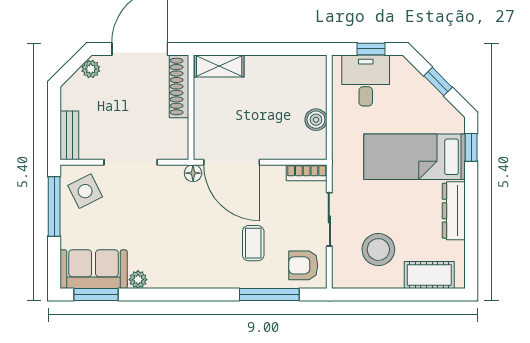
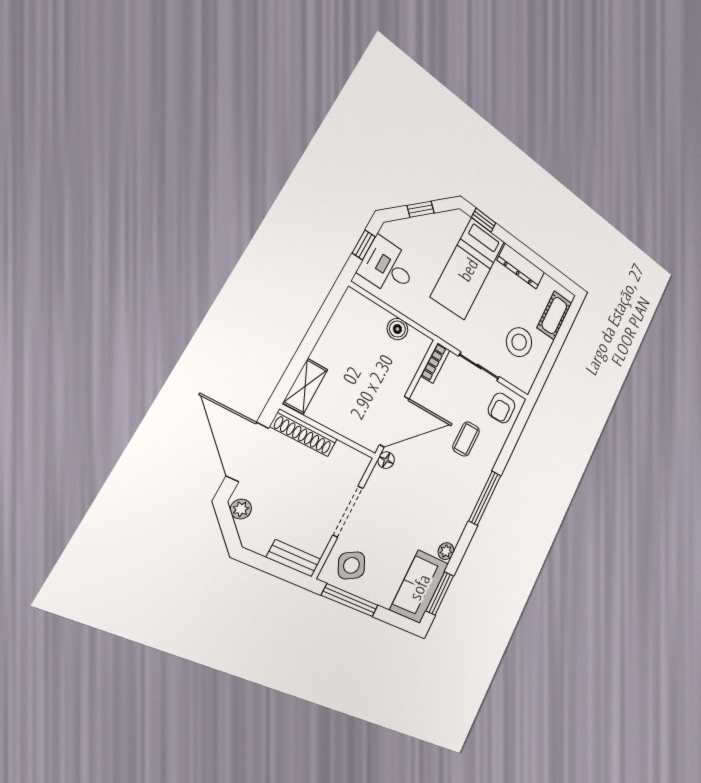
coffee table: (253, 243) -> (466, 439), turned 90
window: (269, 294) -> (485, 498), moved

